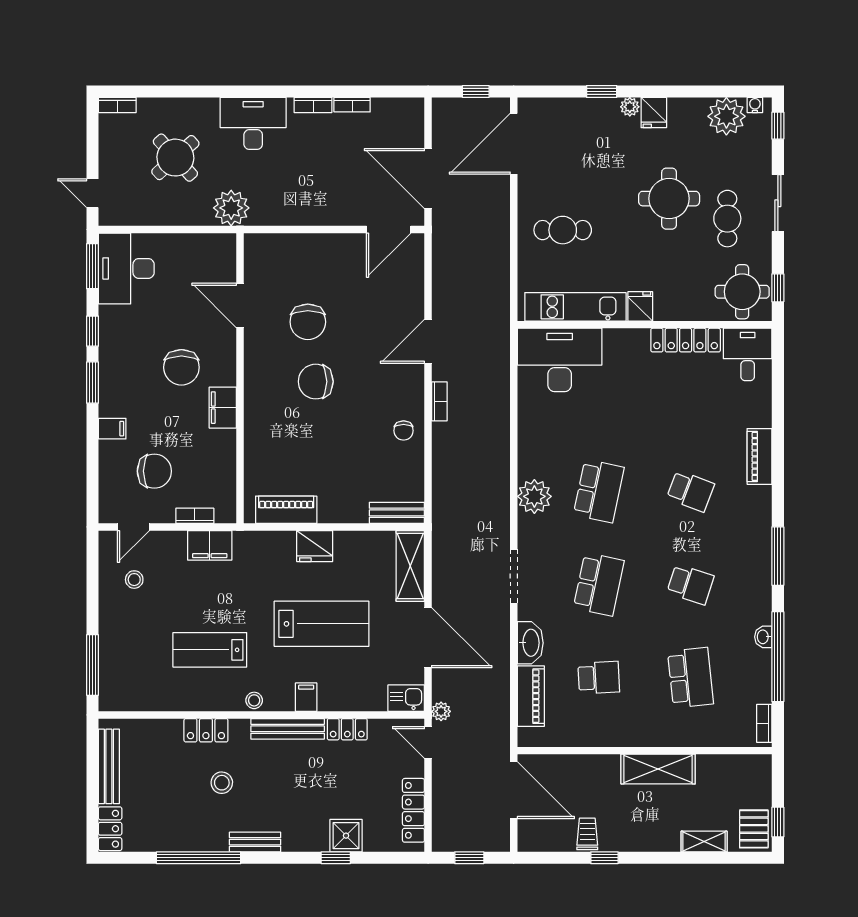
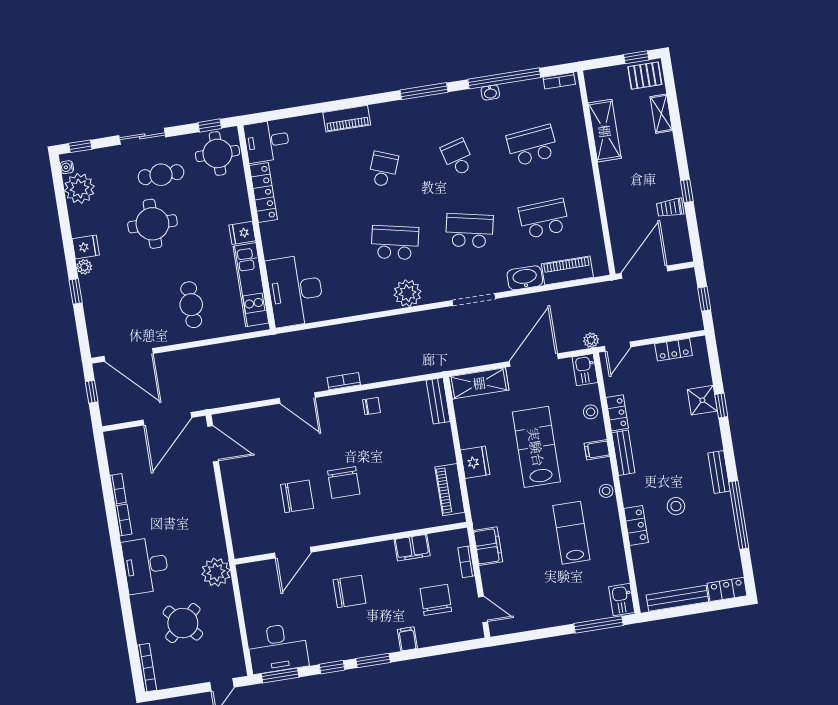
bookcase: (117, 105) -> (147, 668), width x1.56
filing cabinet: (223, 408) -> (412, 548), moved
stool: (134, 580) -> (591, 412), moved
school desk: (690, 584) -> (458, 157), turned -33
lab bench: (210, 650) -> (571, 533), turned 180
school desk: (599, 678) -> (544, 219), width x1.85
kitchen sink: (118, 698) -> (622, 600), added
bench: (288, 729) -> (623, 453), width x0.73
shelving: (658, 769) -> (605, 131), moved
locker: (413, 810) -> (674, 350), width x0.66

